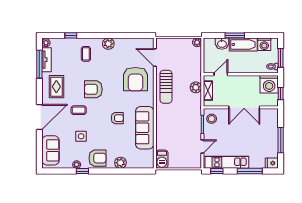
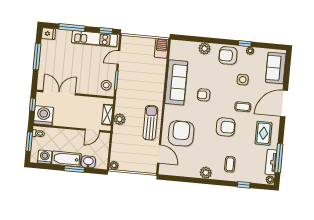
double door: (244, 107) -> (59, 93), moved

